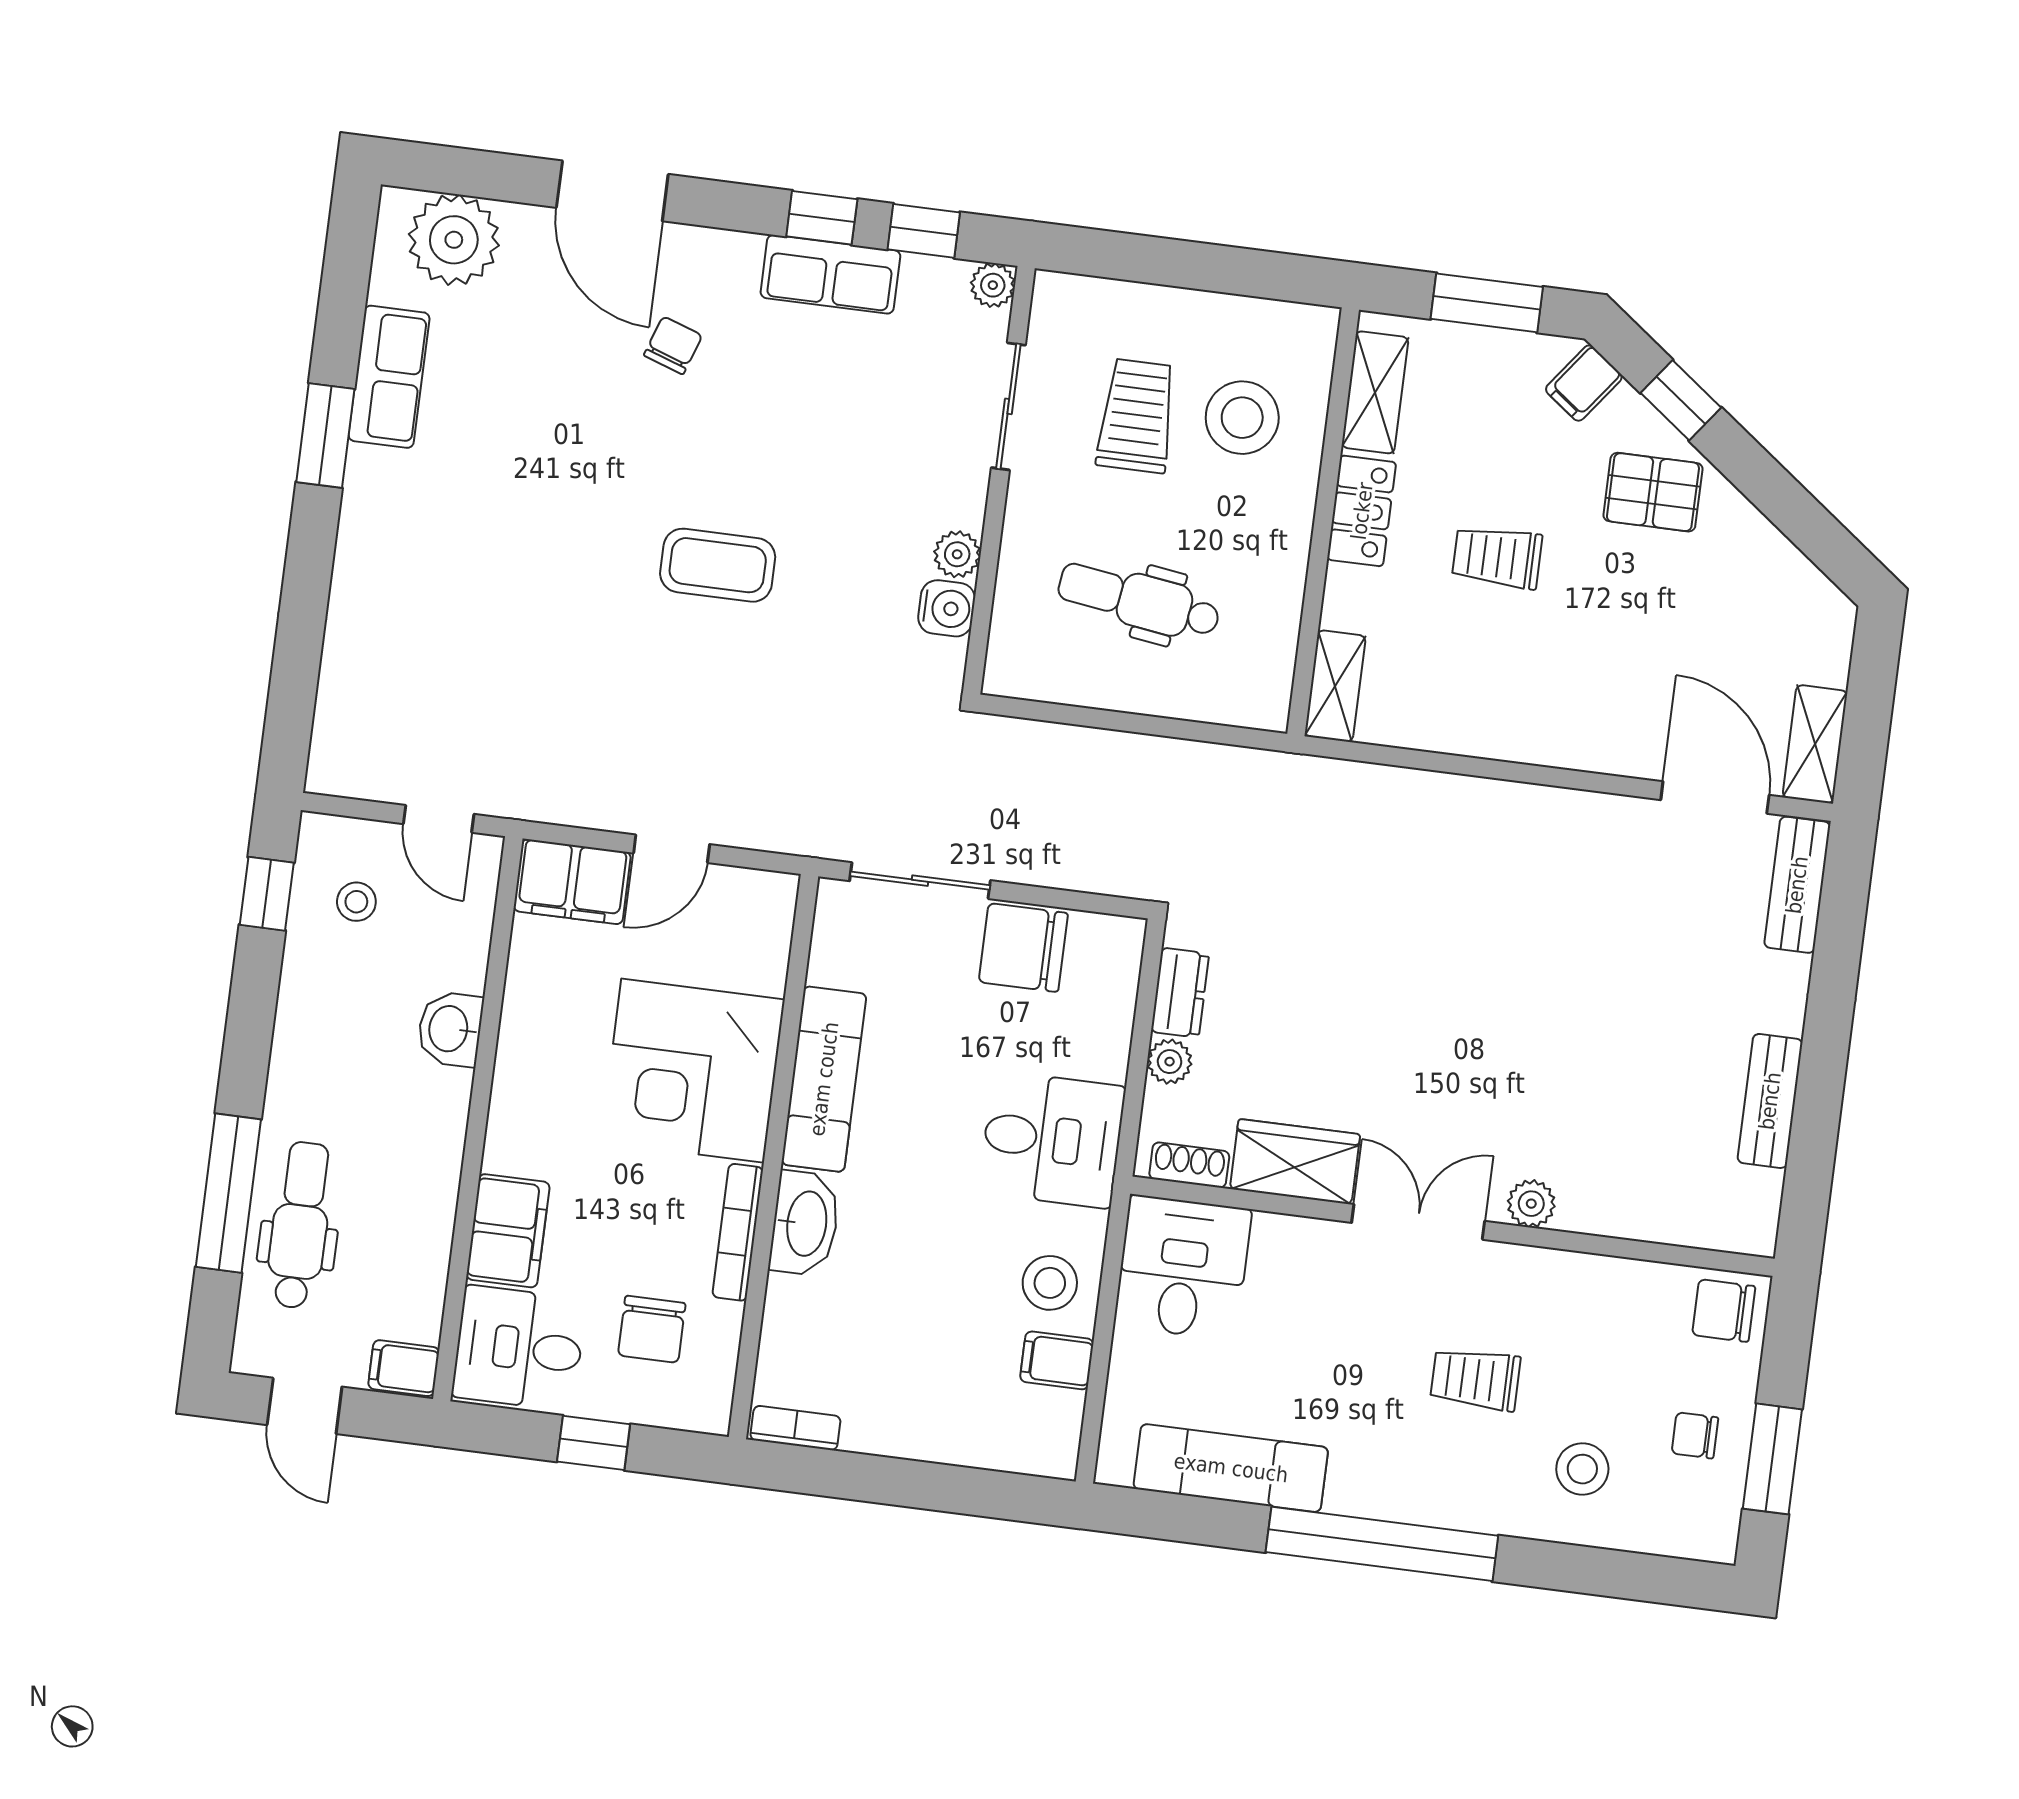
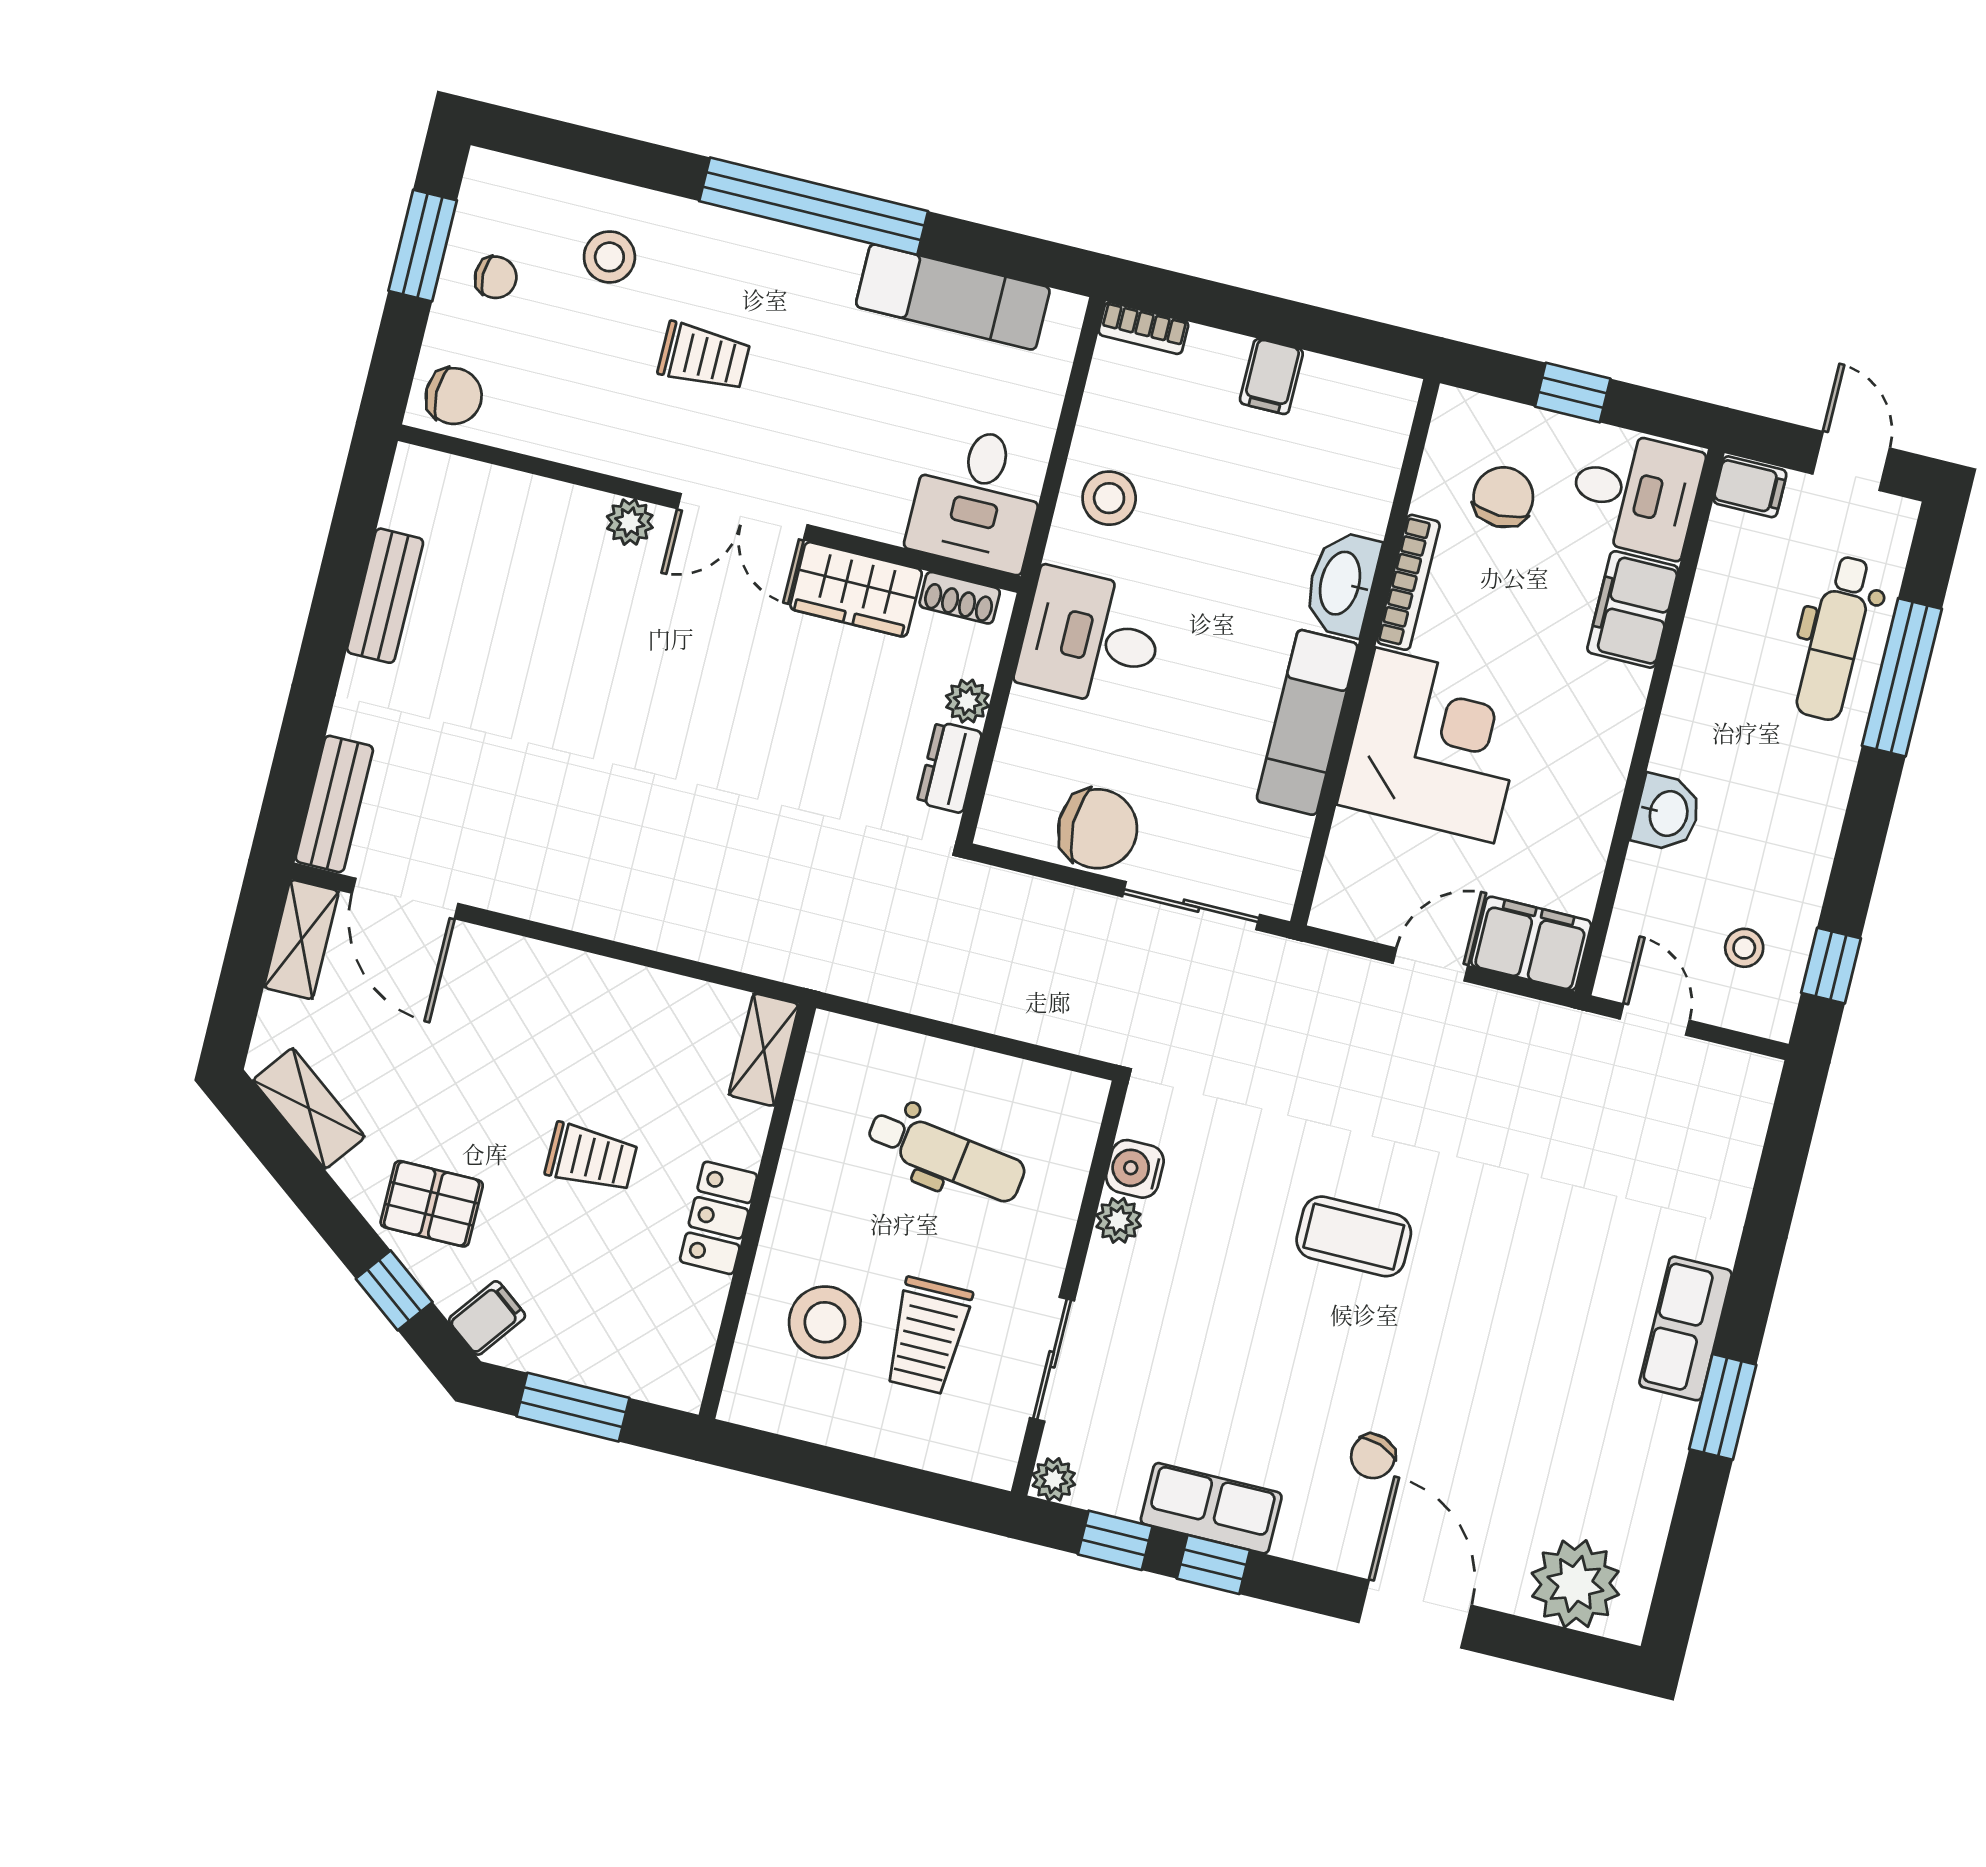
row of seats: (389, 377) -> (1686, 1328), moved
shelving: (1375, 392) -> (309, 1108), moved, turned -53
filing cabinet: (1057, 1360) -> (1271, 376), moved, turned 90
bookcase: (795, 1428) -> (1143, 328), moved

